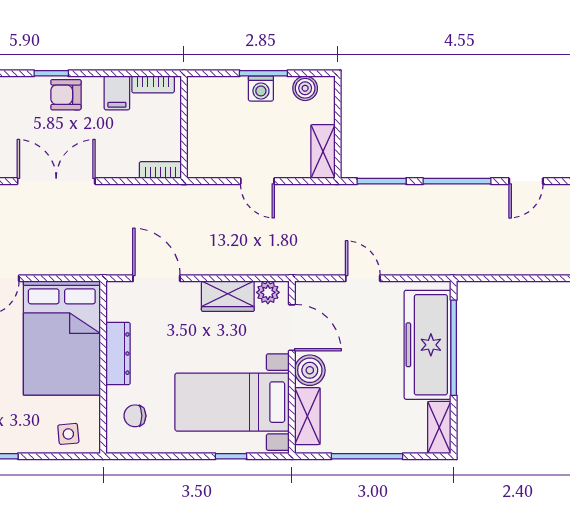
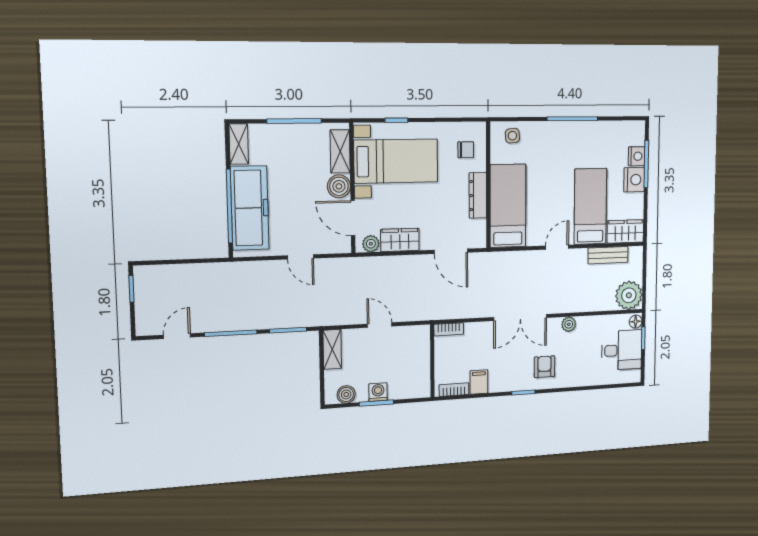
armchair: (66, 95) -> (544, 367), moved, turned -90
bed: (62, 338) -> (508, 206), width x0.67

